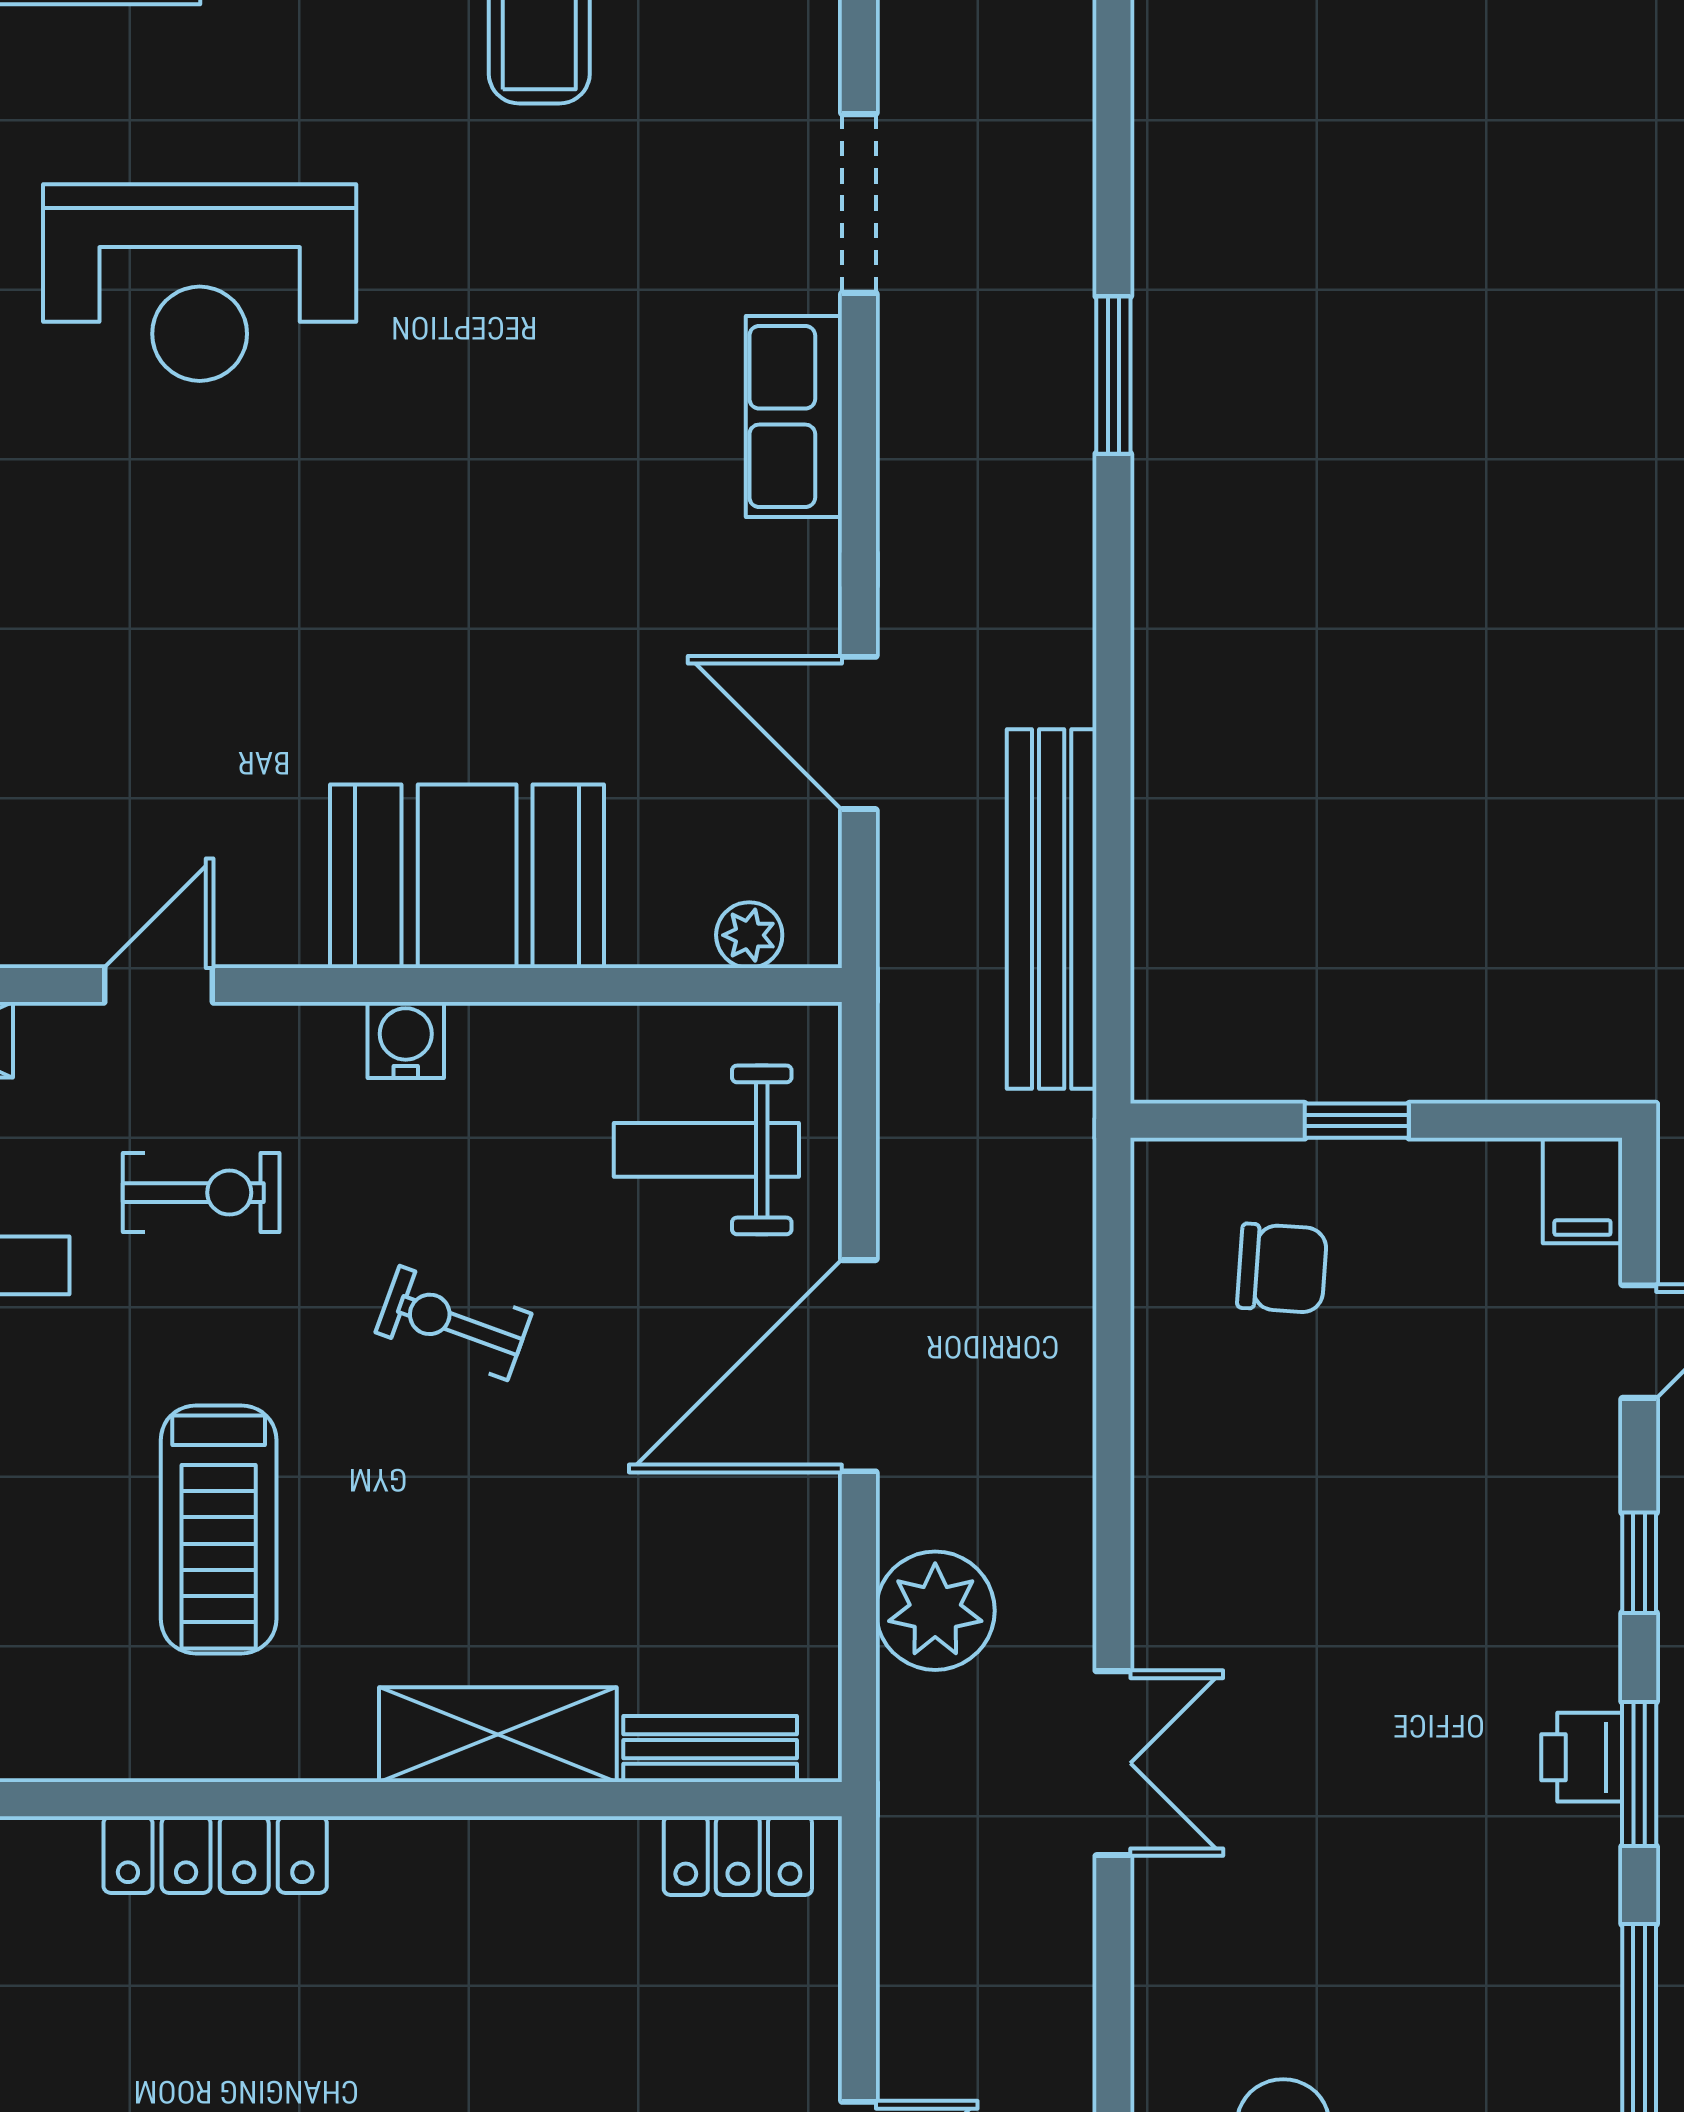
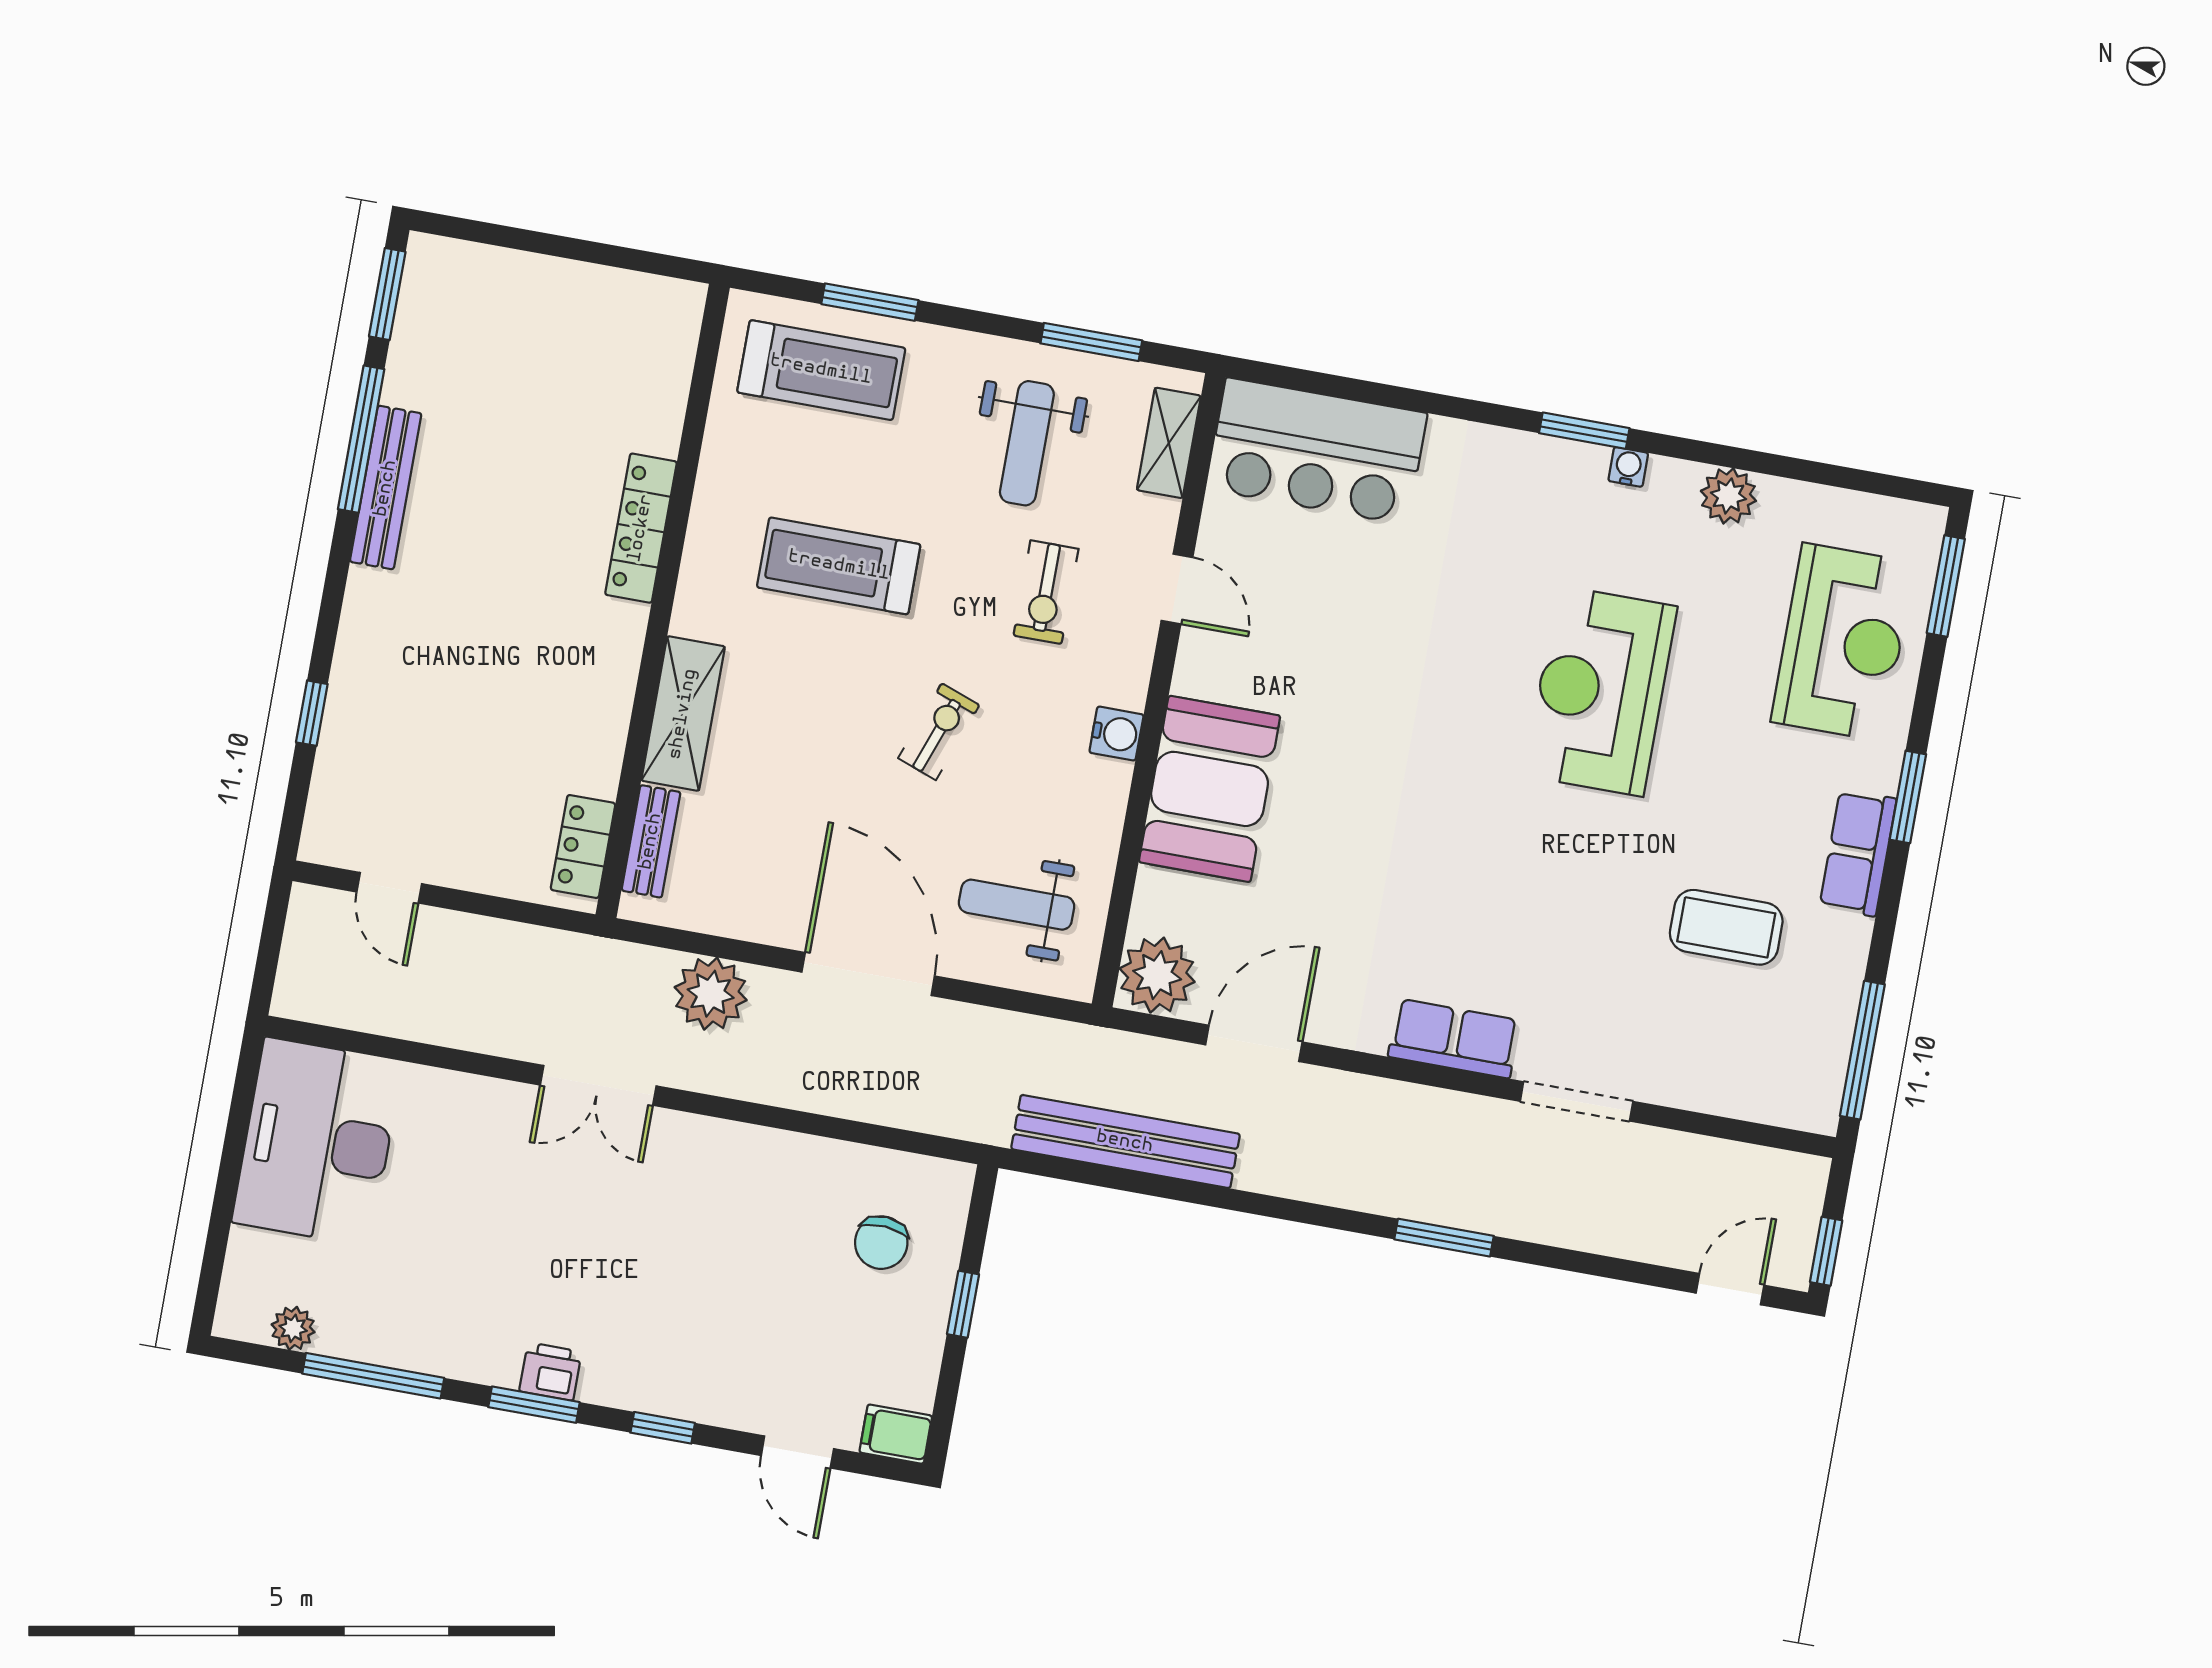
plant: (749, 935) -> (1157, 975), width x1.88, depth x1.88
weight bench: (706, 1150) -> (1017, 905), turned -90

